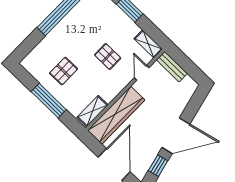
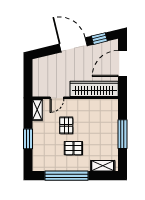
bench: (172, 67) -> (37, 84), removed
pallet: (64, 71) -> (73, 148), moved
shelving: (92, 111) -> (103, 166), moved

